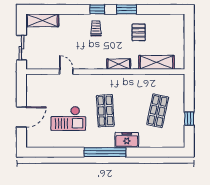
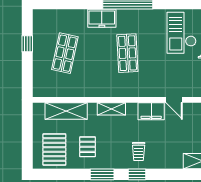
pallet: (166, 30) -> (54, 150), added
filing cabinet: (86, 62) -> (151, 111), added
checkout: (68, 118) -> (182, 33), moved, turned -90

